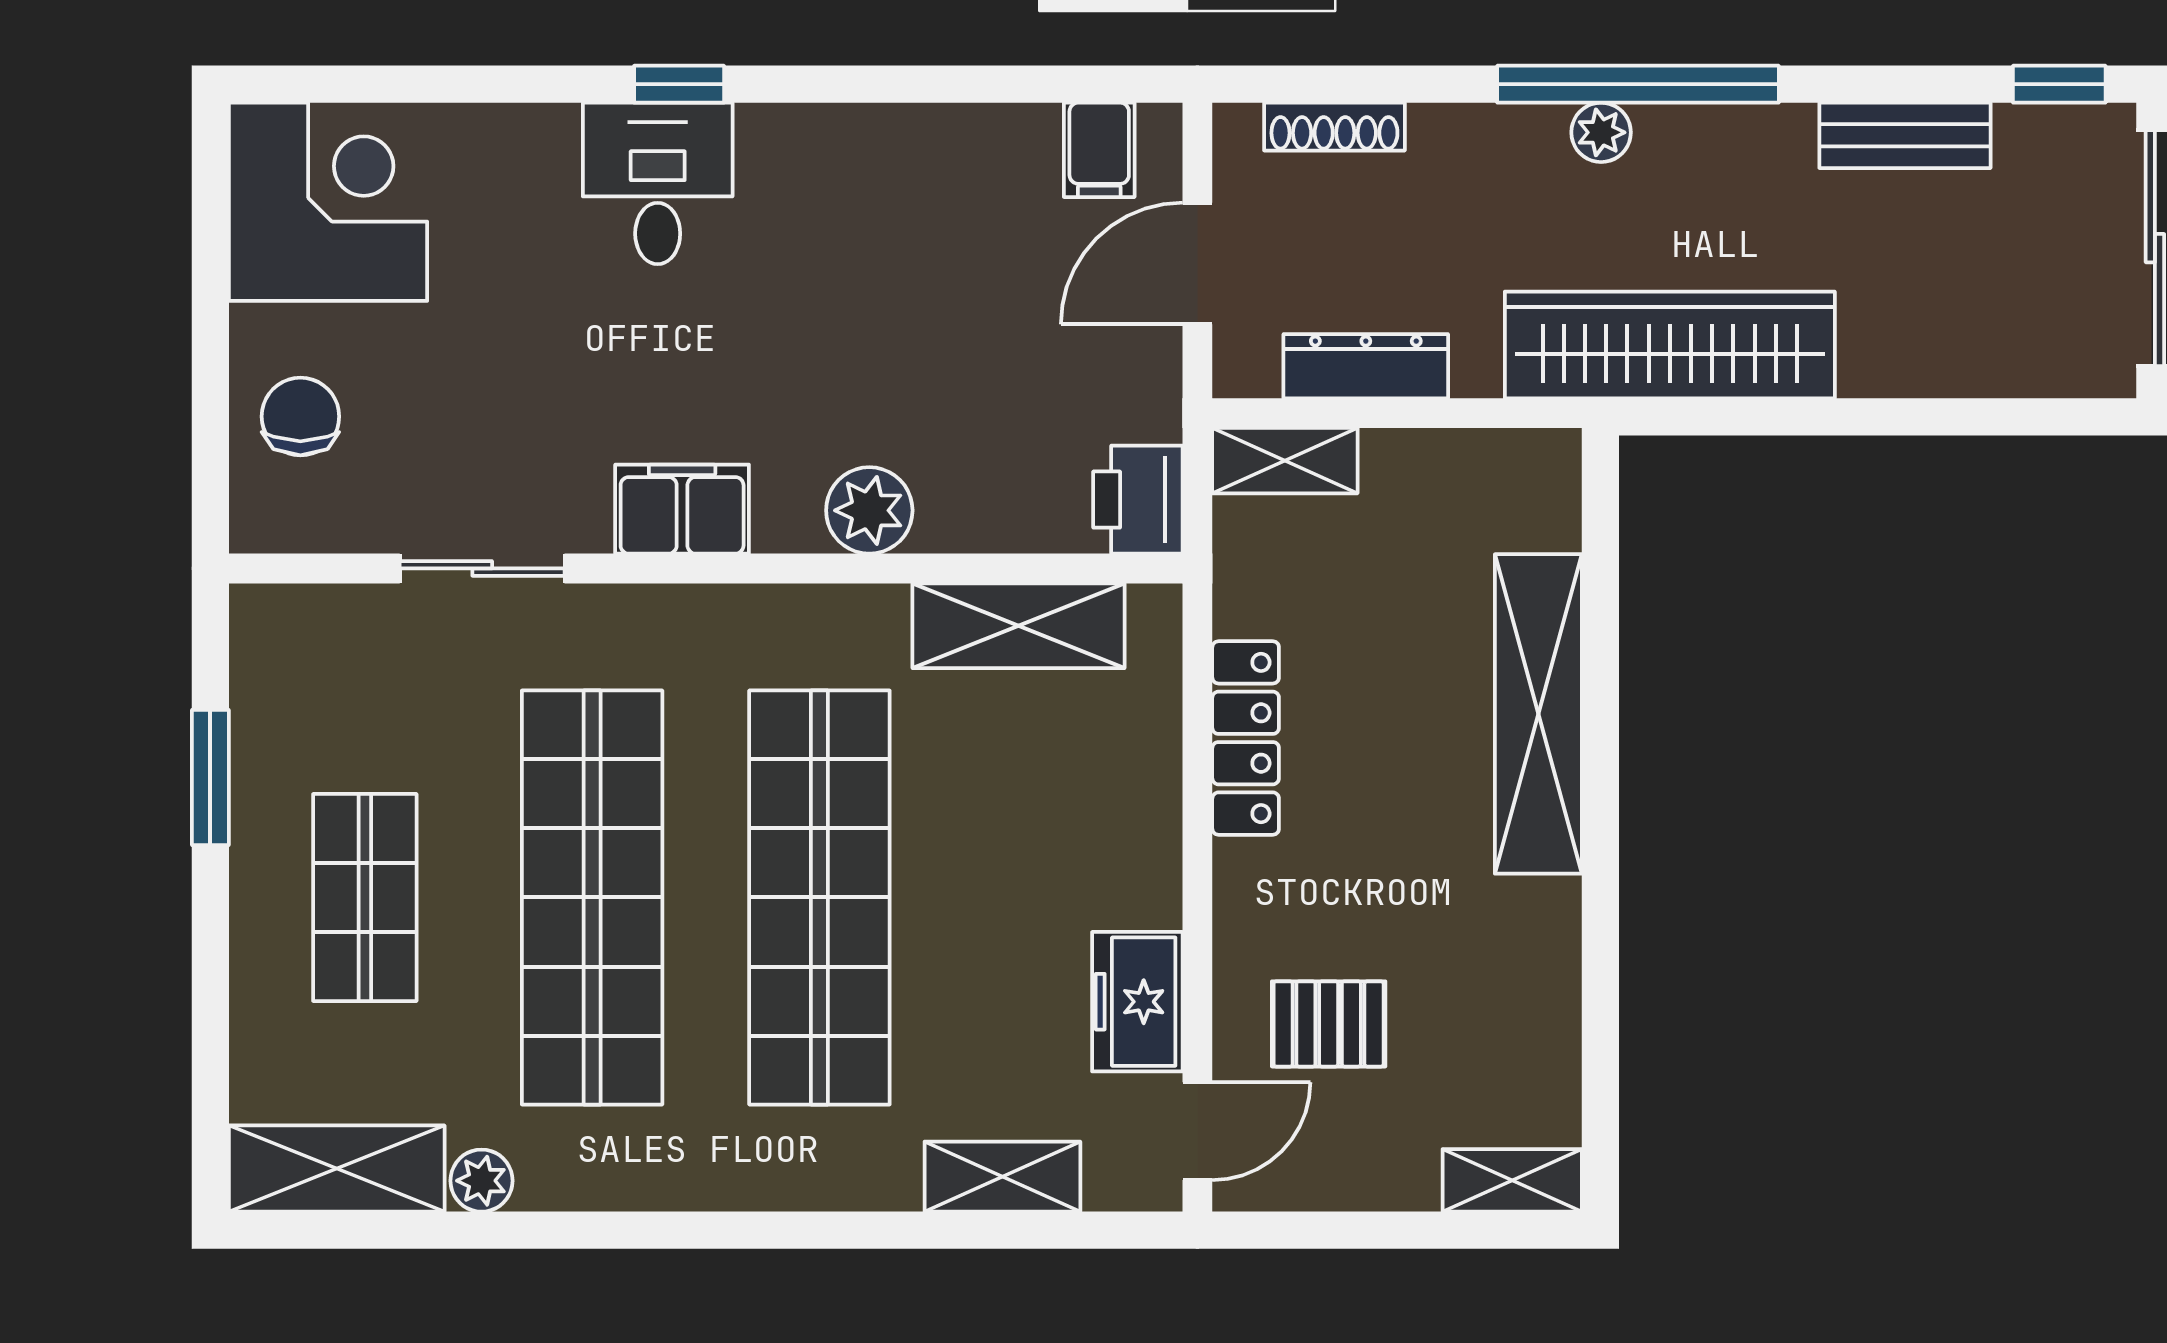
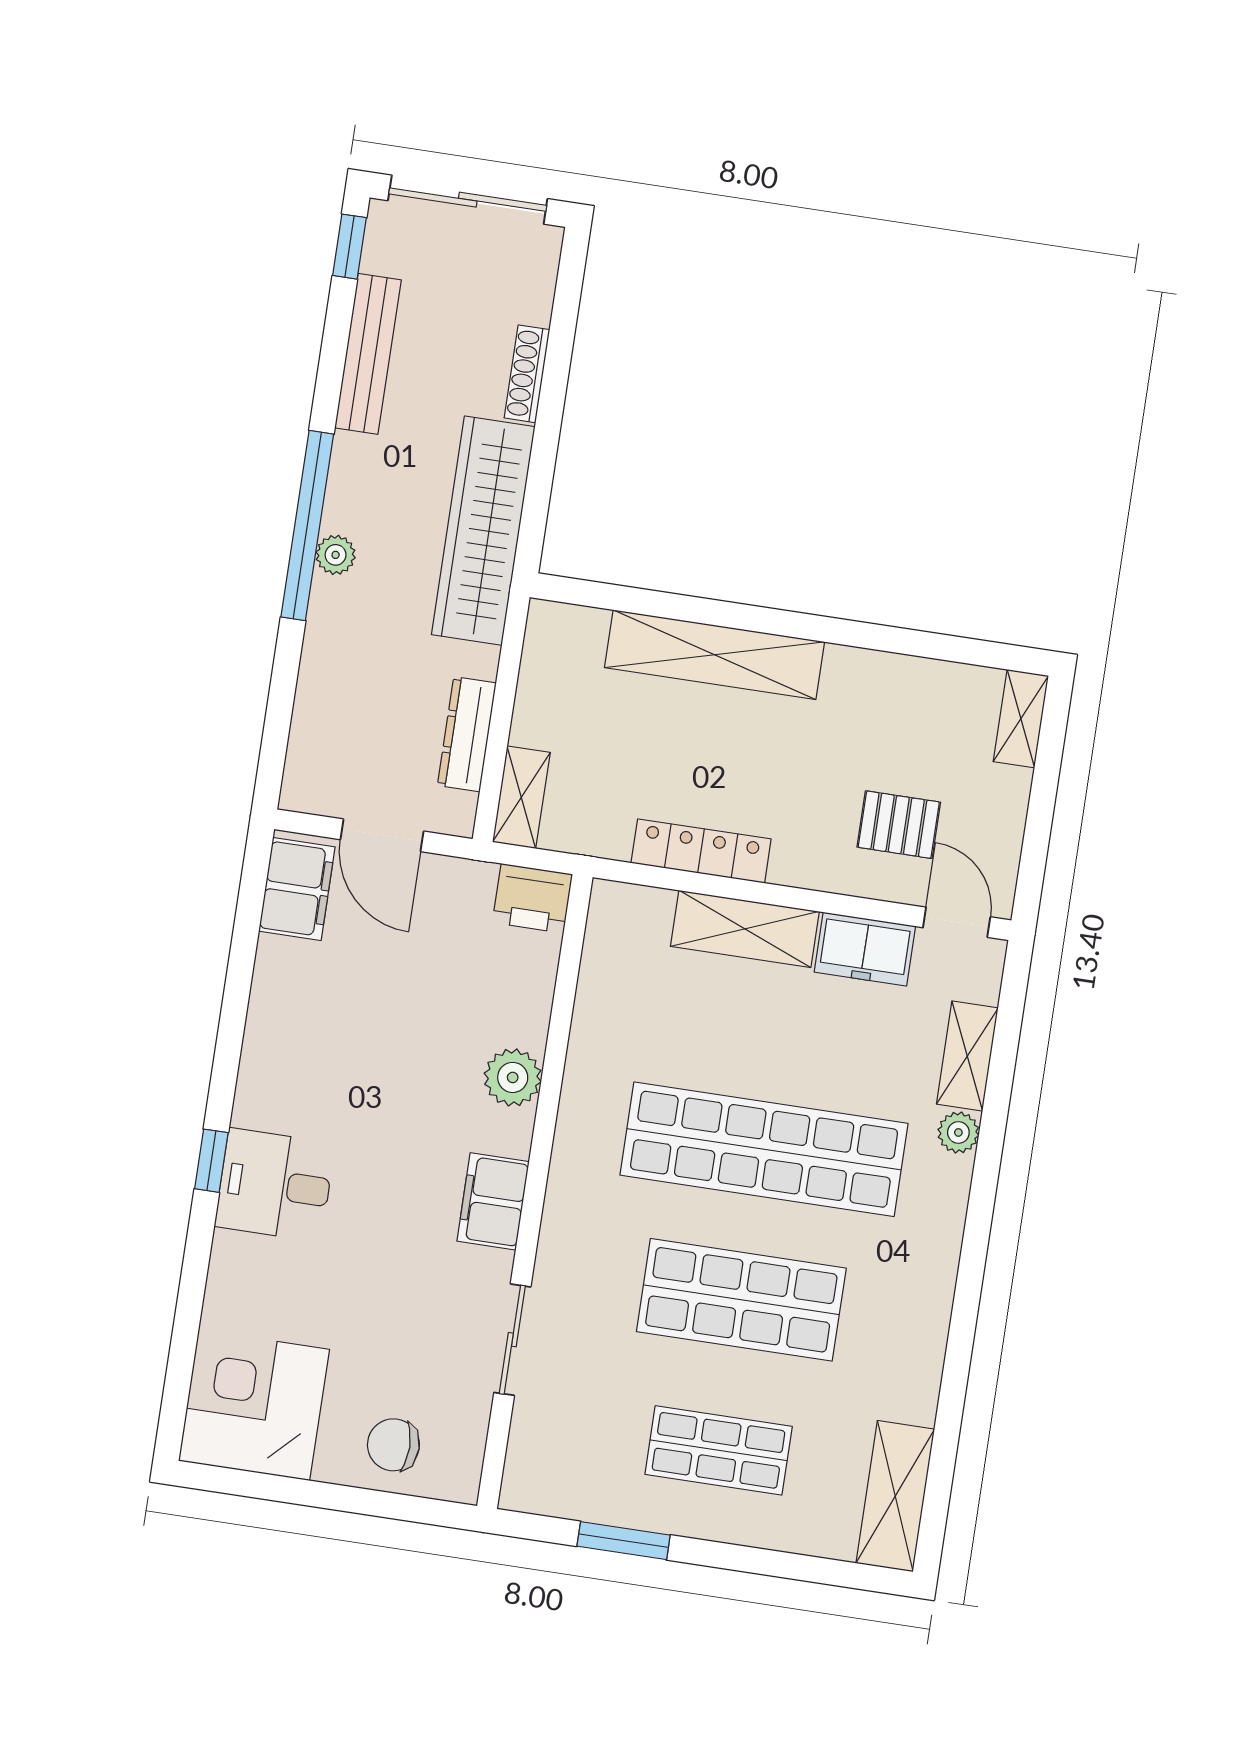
shoe rack: (1334, 127) -> (527, 374), moved, turned 180
bench: (1905, 135) -> (368, 354), width x1.36
filing cabinet: (1099, 150) -> (297, 889), width x2.00
shelving: (1019, 626) -> (745, 929), moved, turned 90
shop shelf: (592, 897) -> (741, 1300), width x0.71
pallet: (1329, 1024) -> (899, 825), turned 90
plant: (482, 1181) -> (958, 1132), moved

